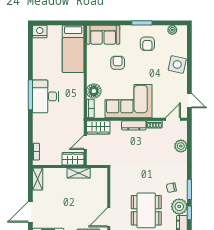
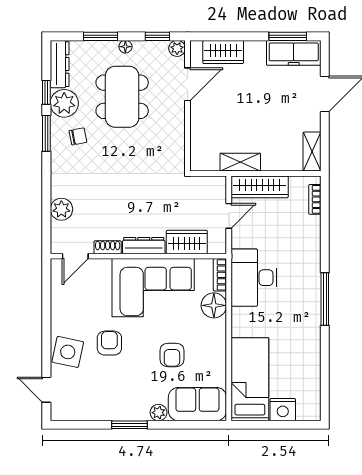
plant: (172, 30) -> (159, 413), moved
nightstand: (40, 32) -> (283, 410), moved
armchair: (147, 44) -> (109, 343), moved
desk: (46, 96) -> (254, 278), moved, turned 180
door: (189, 101) -> (46, 390), moved
wardrobe: (98, 127) -> (187, 242), moved
wardrobe: (73, 159) -> (260, 187), width x1.50

